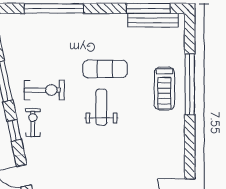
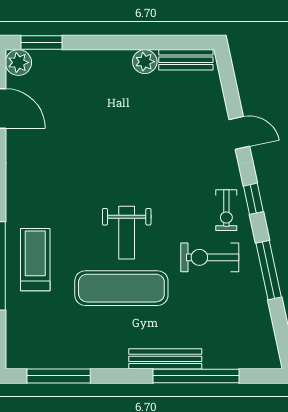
bench: (153, 20) -> (165, 359), moved
exercise mat: (105, 69) -> (121, 288), width x1.36, depth x1.45

